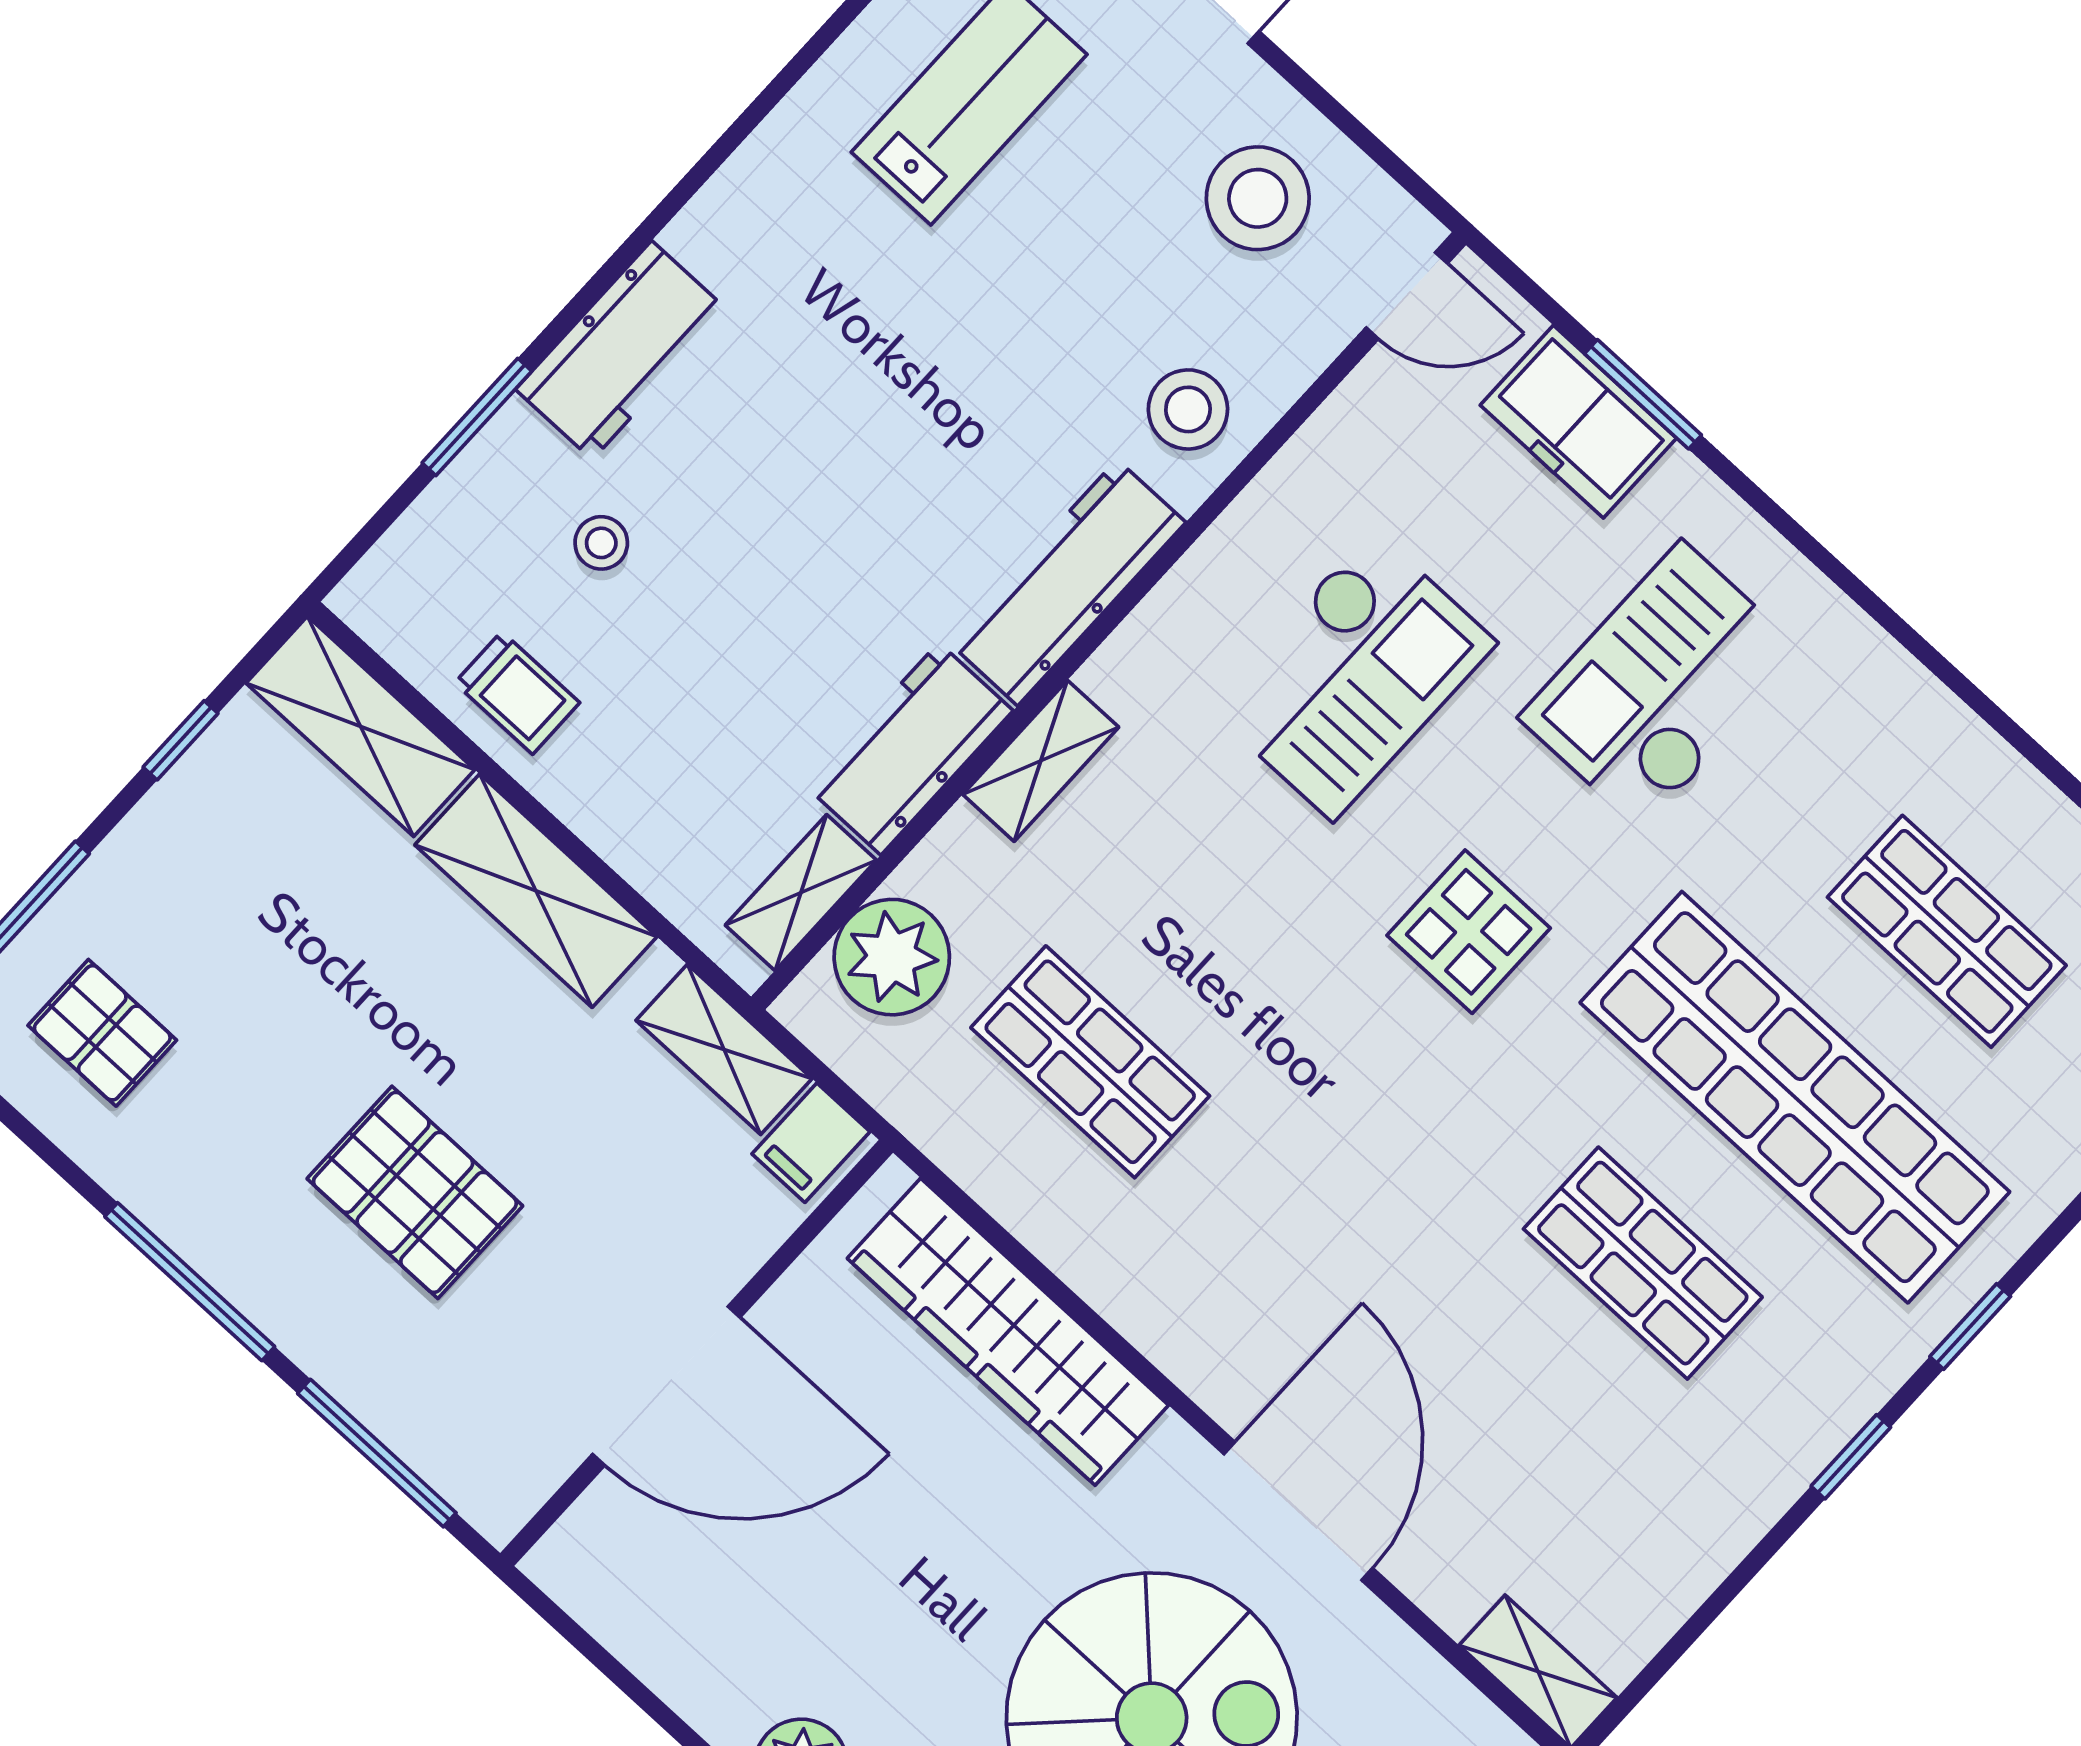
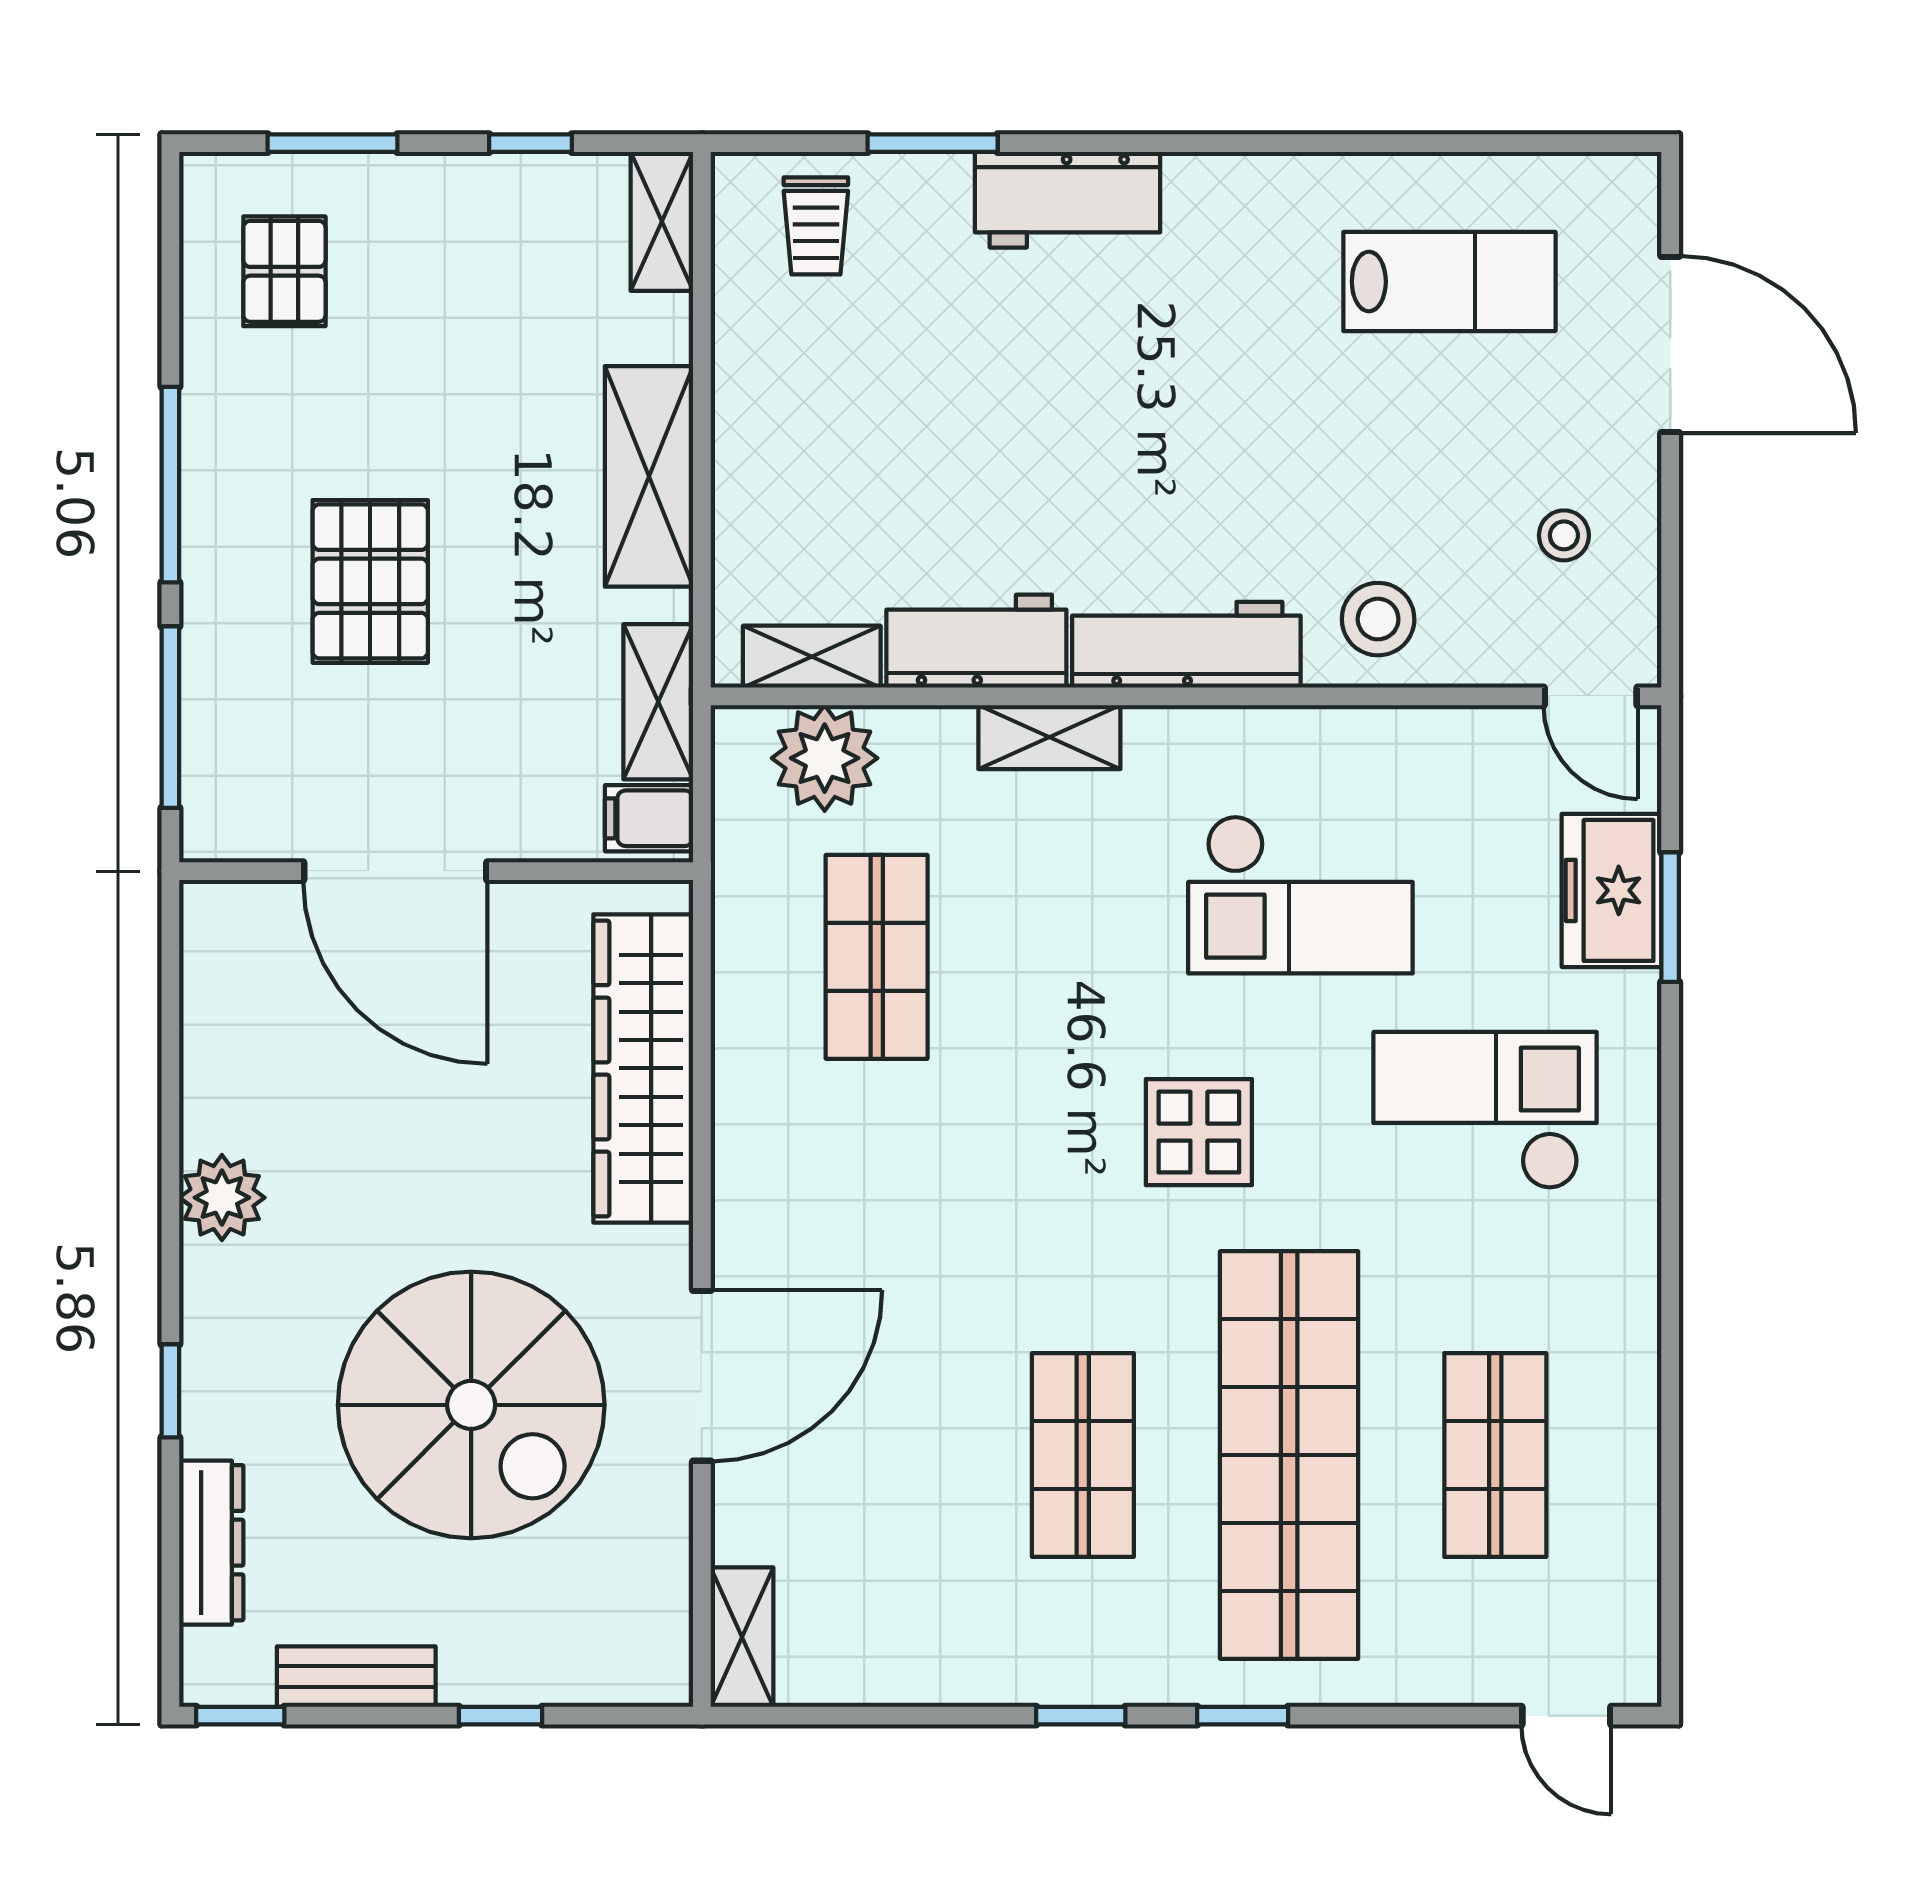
stool: (1258, 198) -> (1564, 535), width x0.53, depth x0.53
stool: (601, 543) -> (925, 305), removed
trolley: (517, 693) -> (816, 226), moved
shelving: (360, 726) -> (662, 221), width x0.67, depth x0.75

